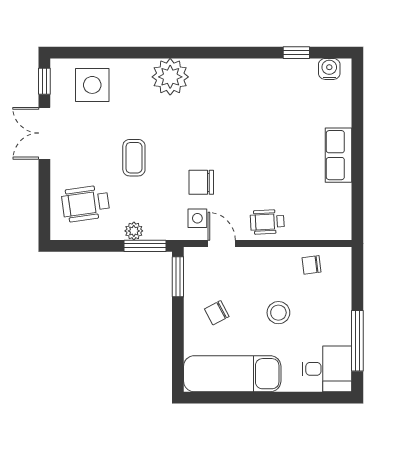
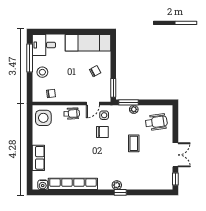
window: (296, 53) -> (120, 192), moved
row of seats: (264, 71) -> (73, 184), added
plant: (170, 77) -> (117, 185), width x0.53, depth x0.53
side table: (92, 85) -> (43, 118), moved
row of seats: (338, 155) -> (38, 158), moved
door: (222, 243) -> (93, 103), hinge flipped
stool: (278, 313) -> (42, 72), moved

